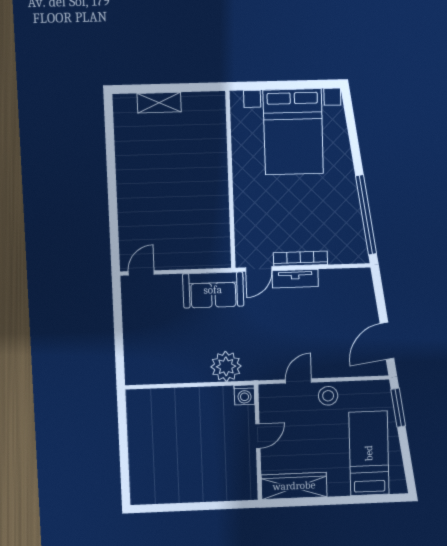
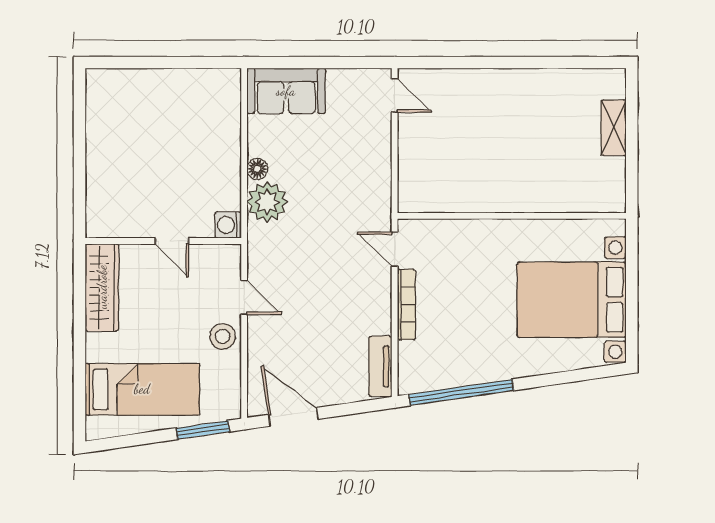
tv unit: (295, 279) -> (380, 366), moved
sofa: (213, 290) -> (286, 91), moved, turned -90
floor lamp: (201, 375) -> (257, 169), added

